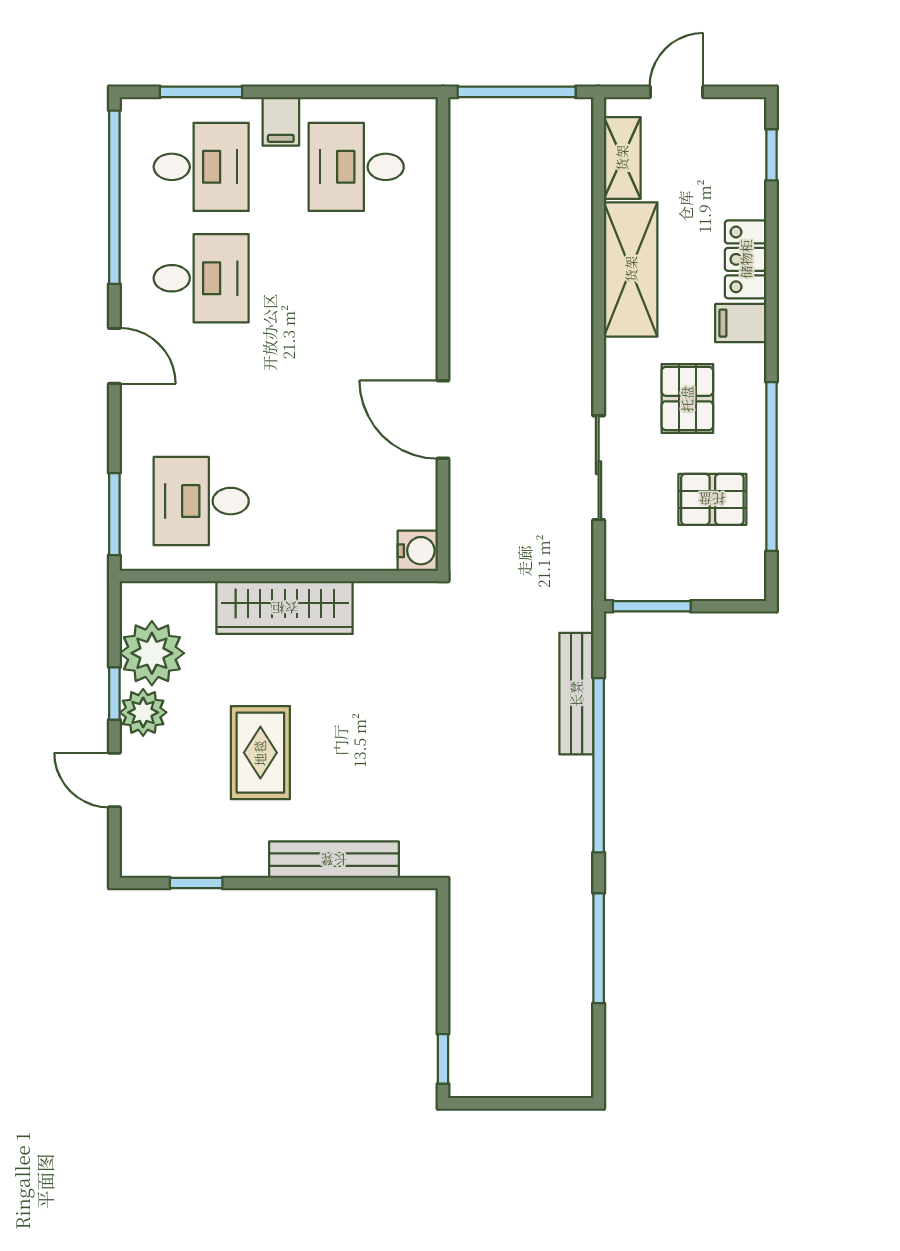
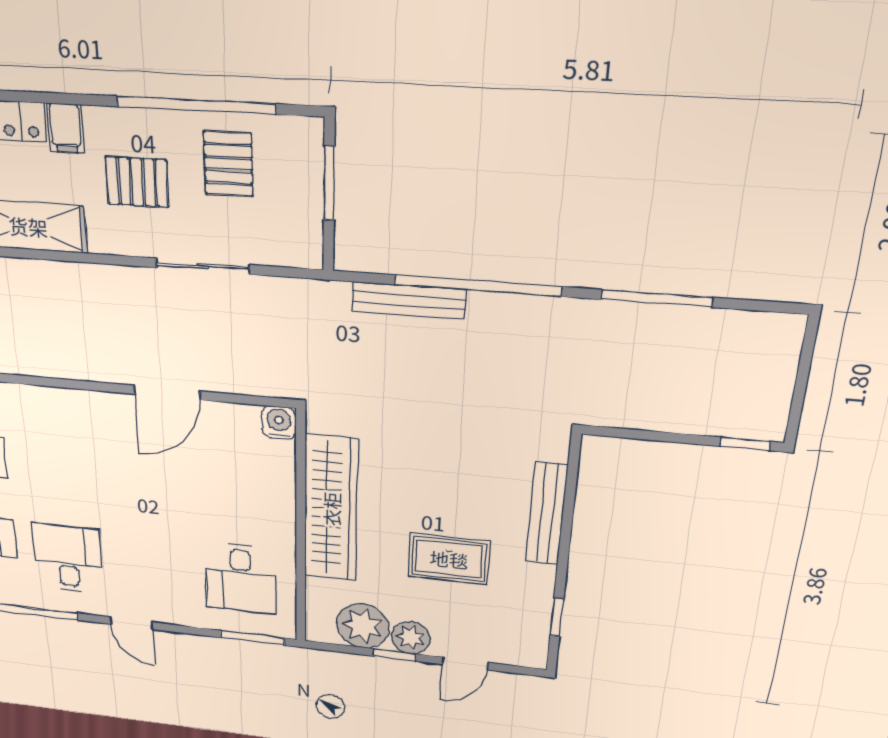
door: (114, 356) -> (131, 623), swing flipped
window: (652, 606) -> (329, 183), moved
wardrobe: (285, 608) -> (331, 509), width x1.40, depth x1.17

